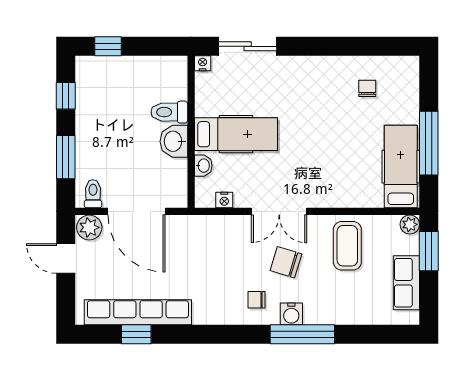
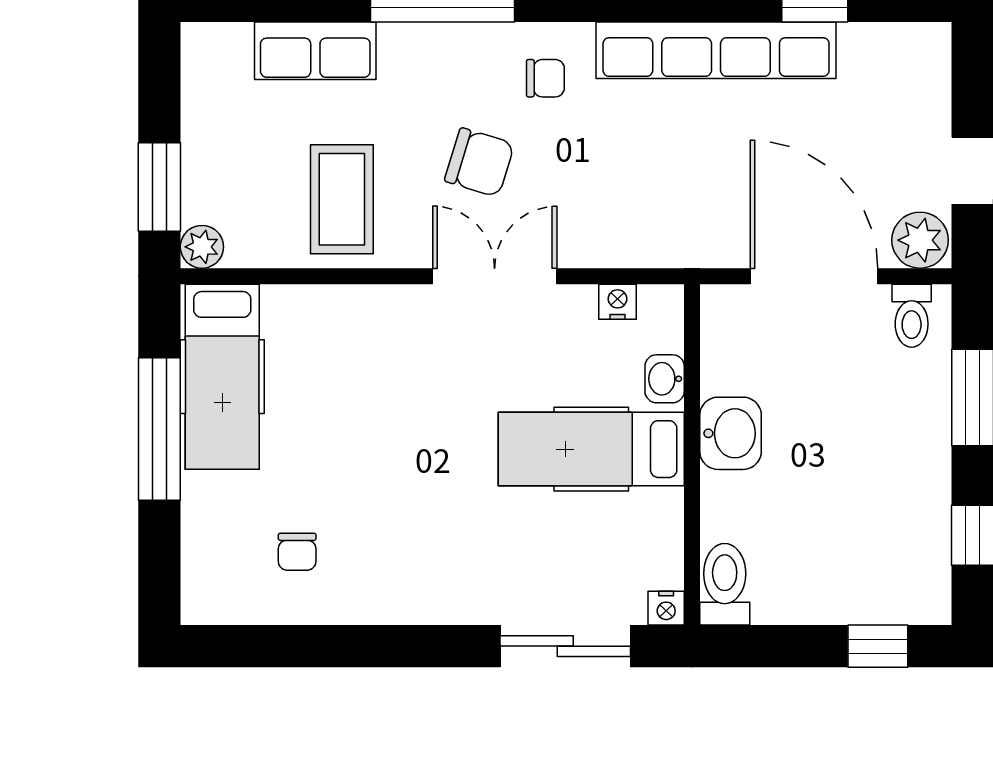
toilet: (169, 112) -> (725, 584), moved, turned -90
row of seats: (406, 283) -> (315, 51), moved, turned 90
row of seats: (138, 312) -> (716, 50), moved
water cooler: (291, 314) -> (467, 46), removed

